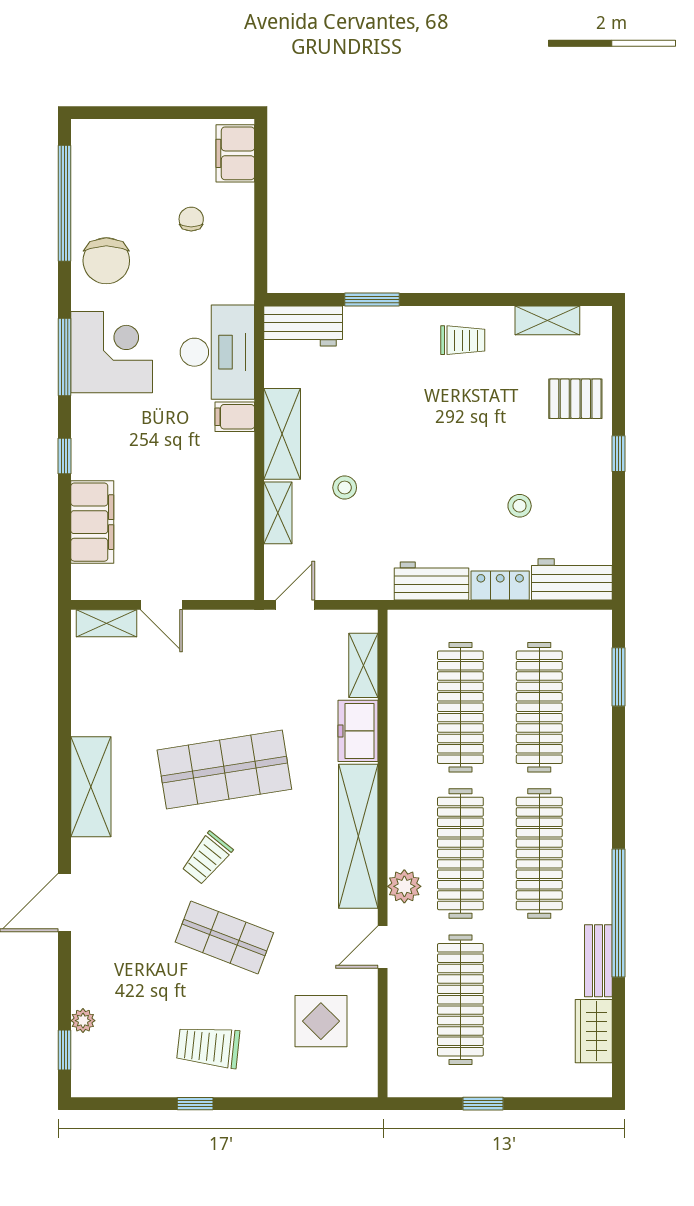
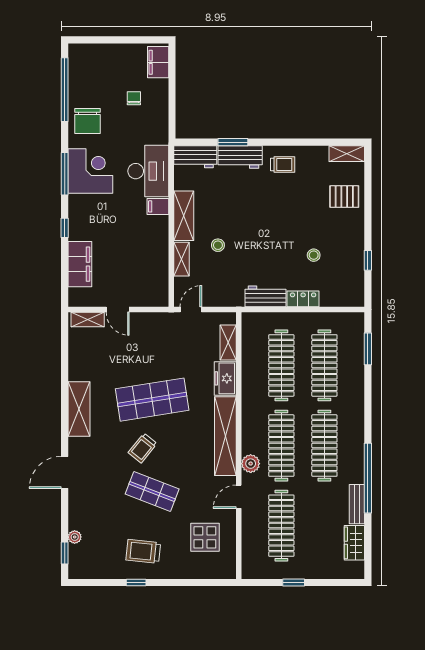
shelving: (547, 320) -> (347, 154), moved
window: (619, 454) -> (368, 260), moved
workbench: (572, 579) -> (240, 157), moved, turned 180

